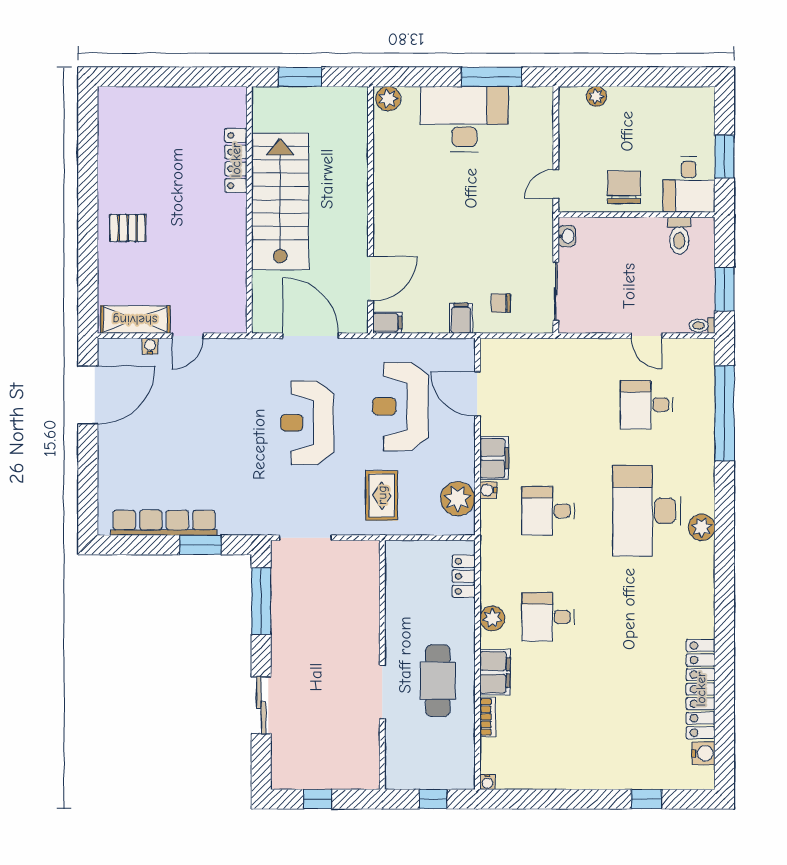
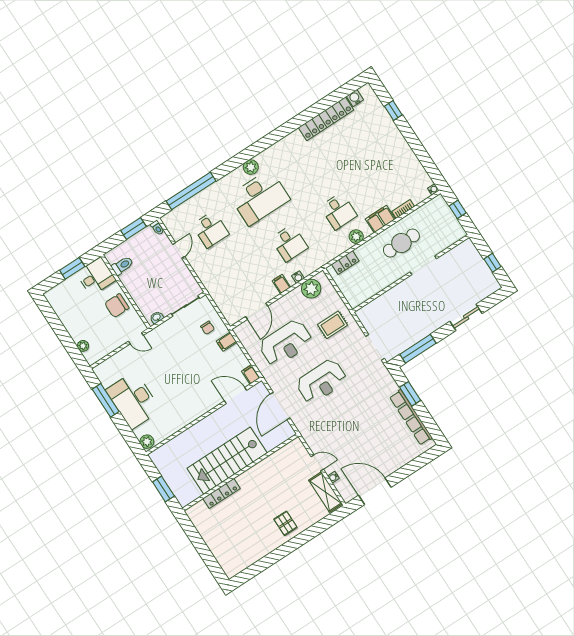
filing cabinet: (494, 458) -> (281, 284), width x0.50

